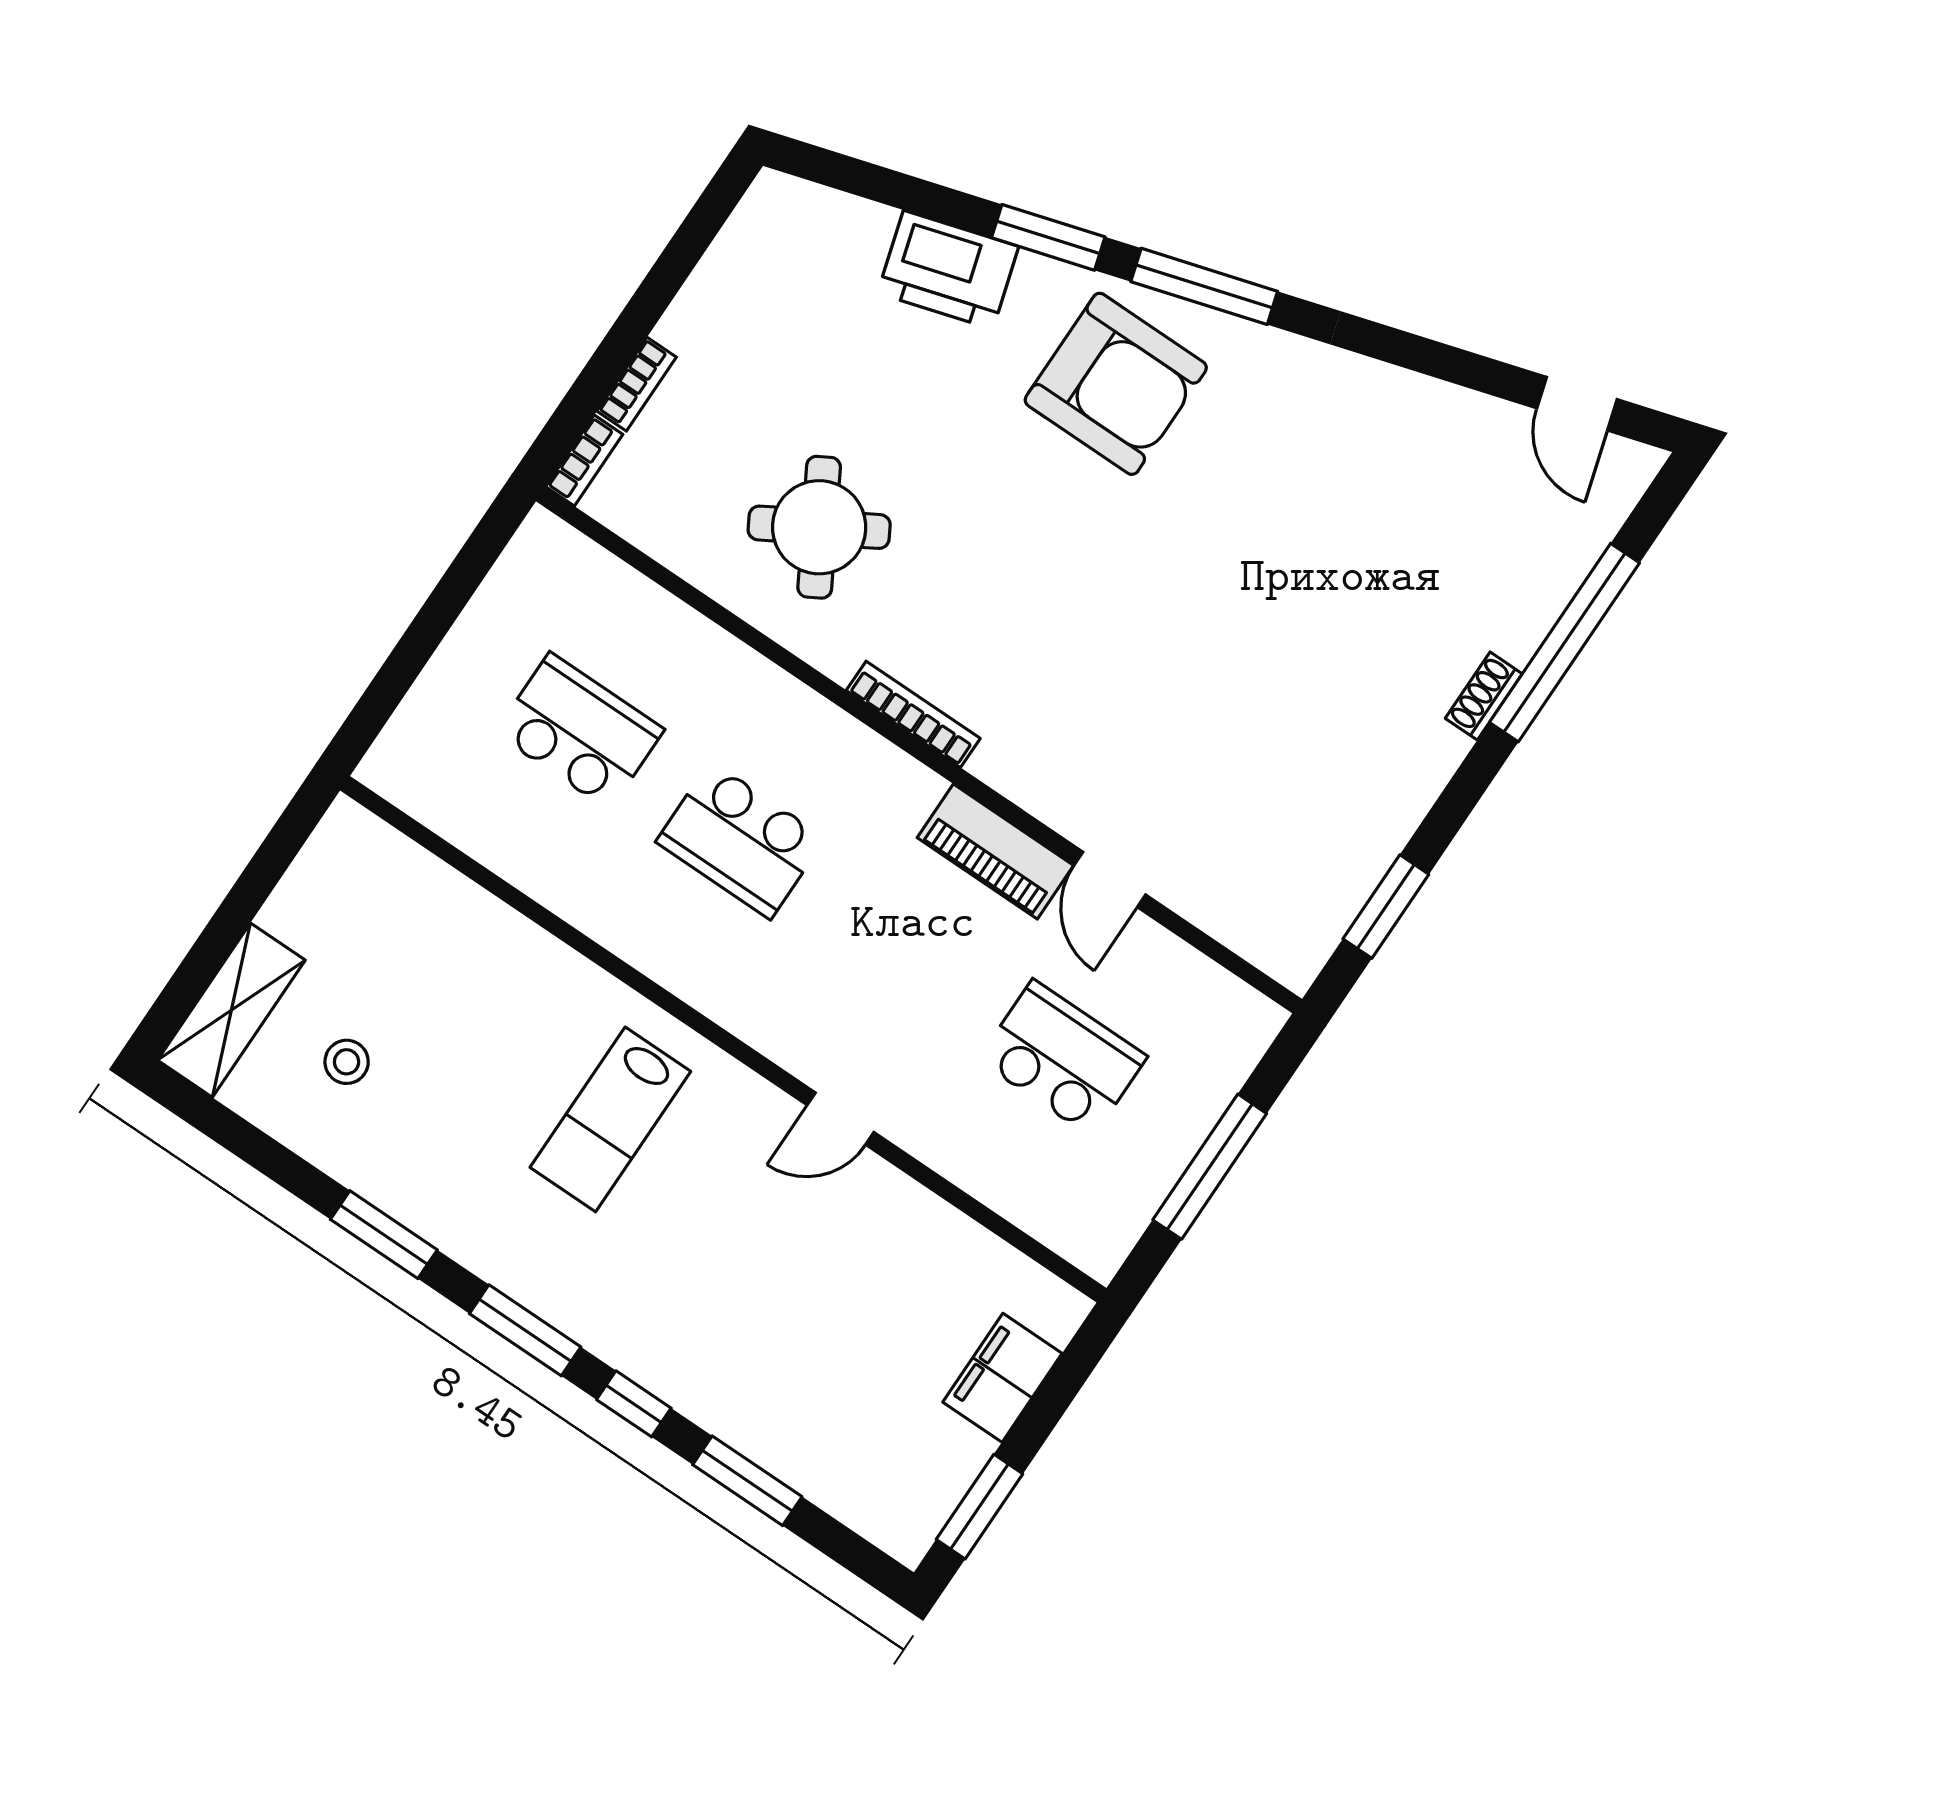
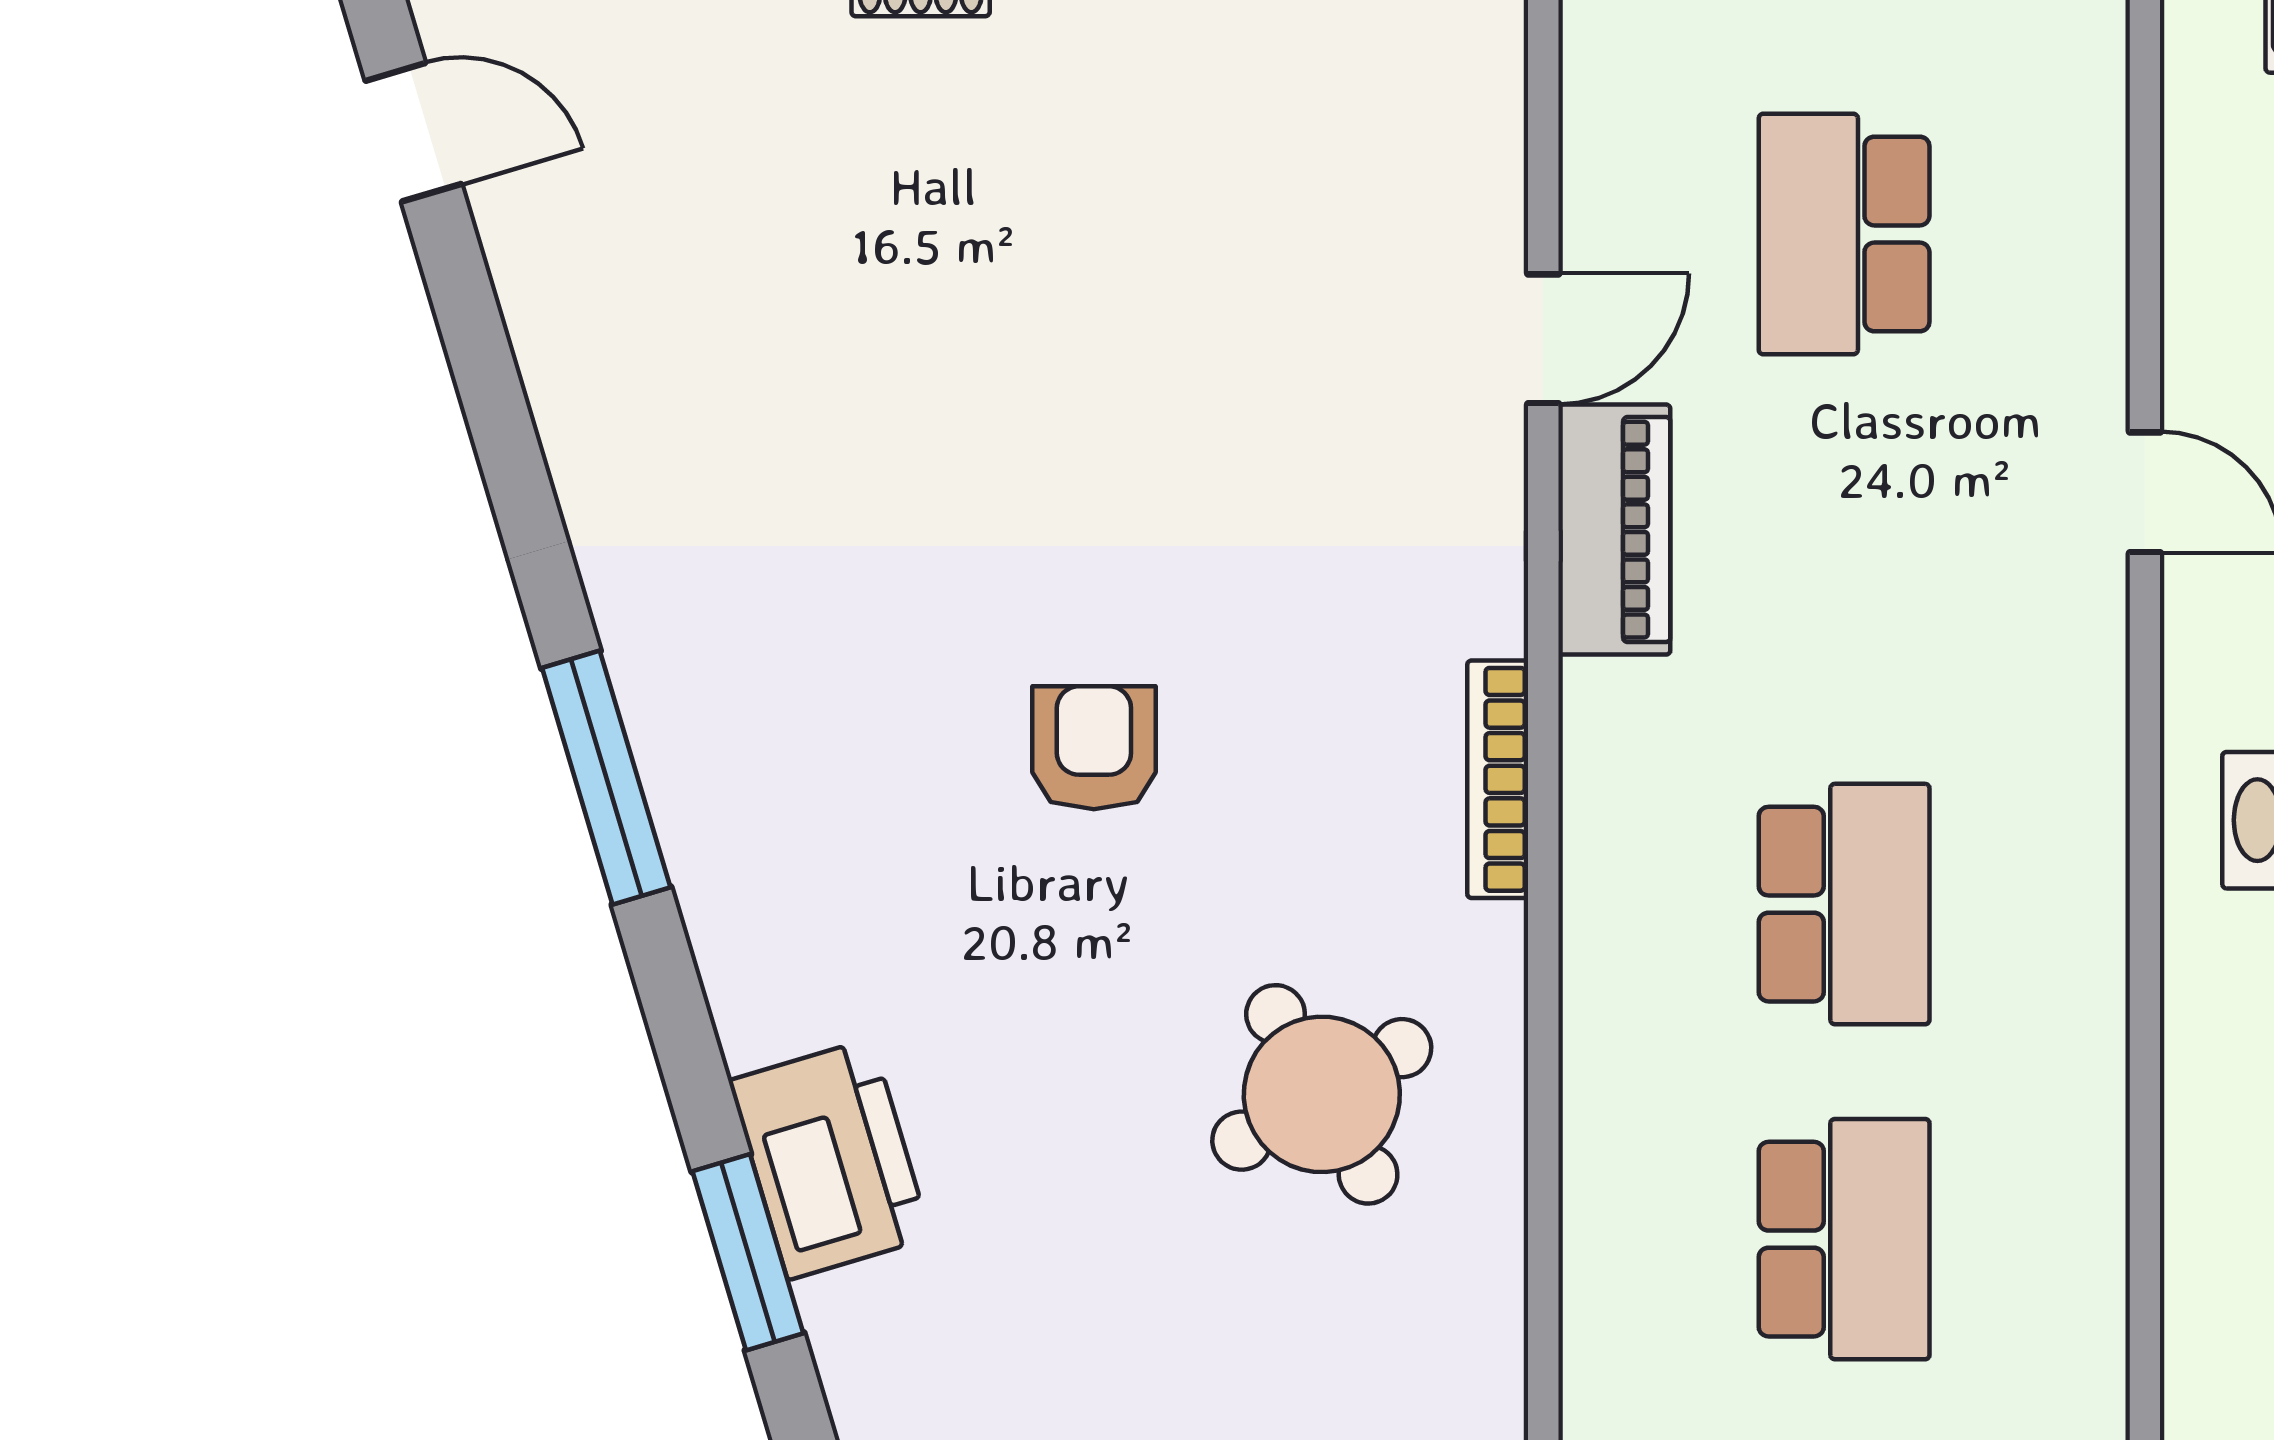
window: (1048, 237) -> (748, 1252), moved
armchair: (1116, 384) -> (1094, 748), moved, width x0.53, depth x0.53
door: (1577, 404) -> (413, 132), hinge flipped
school desk: (580, 731) -> (1844, 1239), turned 180

